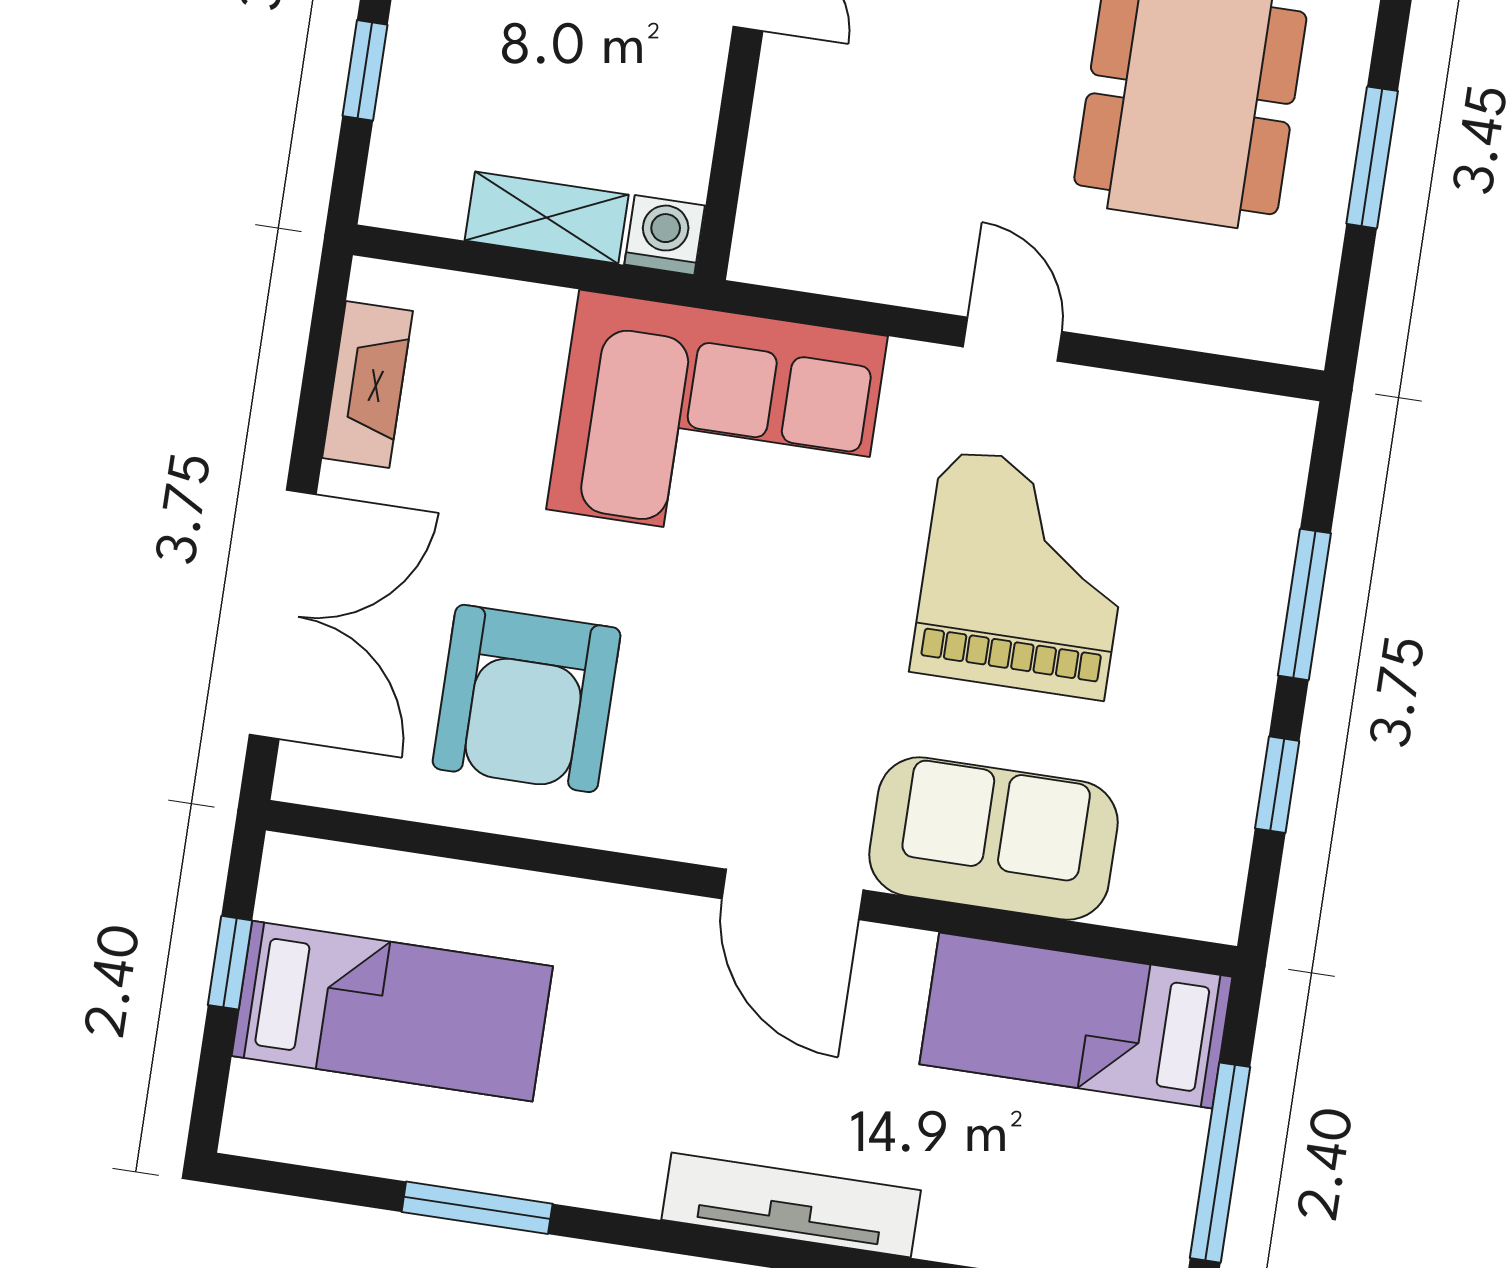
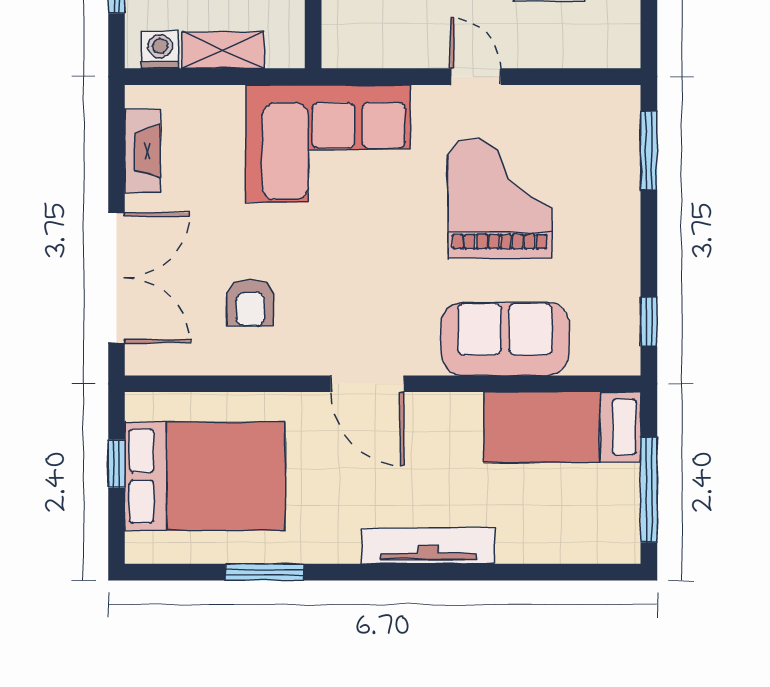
washing machine: (665, 235) -> (160, 50), moved
window: (1304, 604) -> (649, 151), moved
armchair: (527, 698) -> (250, 302), width x0.53, depth x0.53
window: (1277, 785) -> (649, 322), moved
door: (792, 894) -> (367, 384), moved
bed: (392, 1011) -> (205, 476), width x1.50

